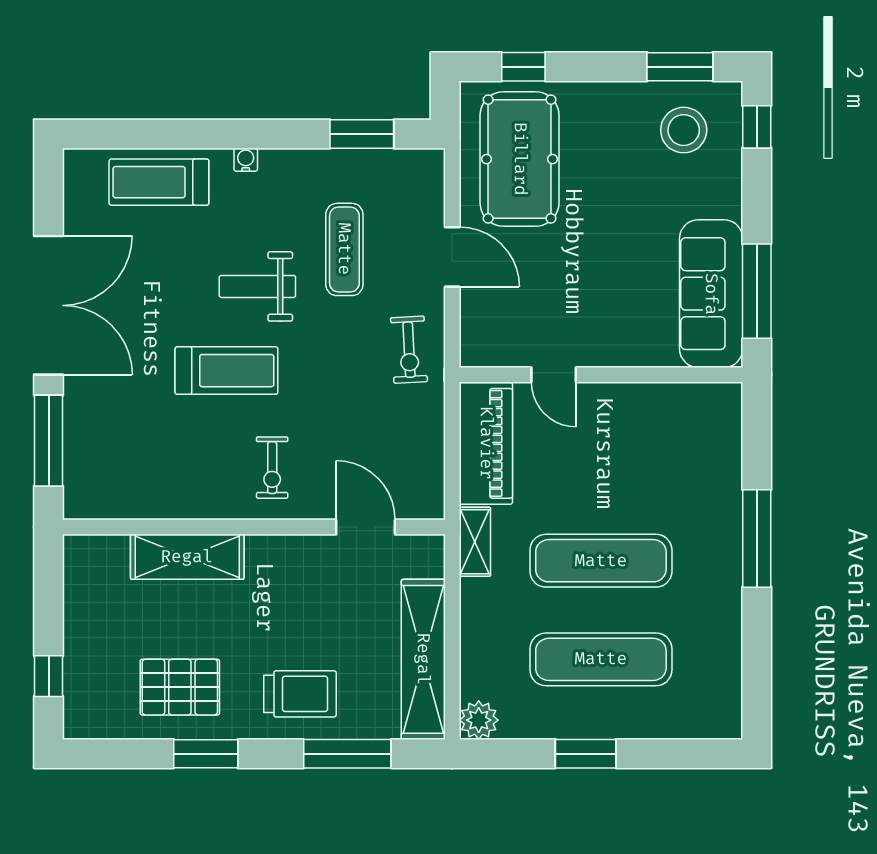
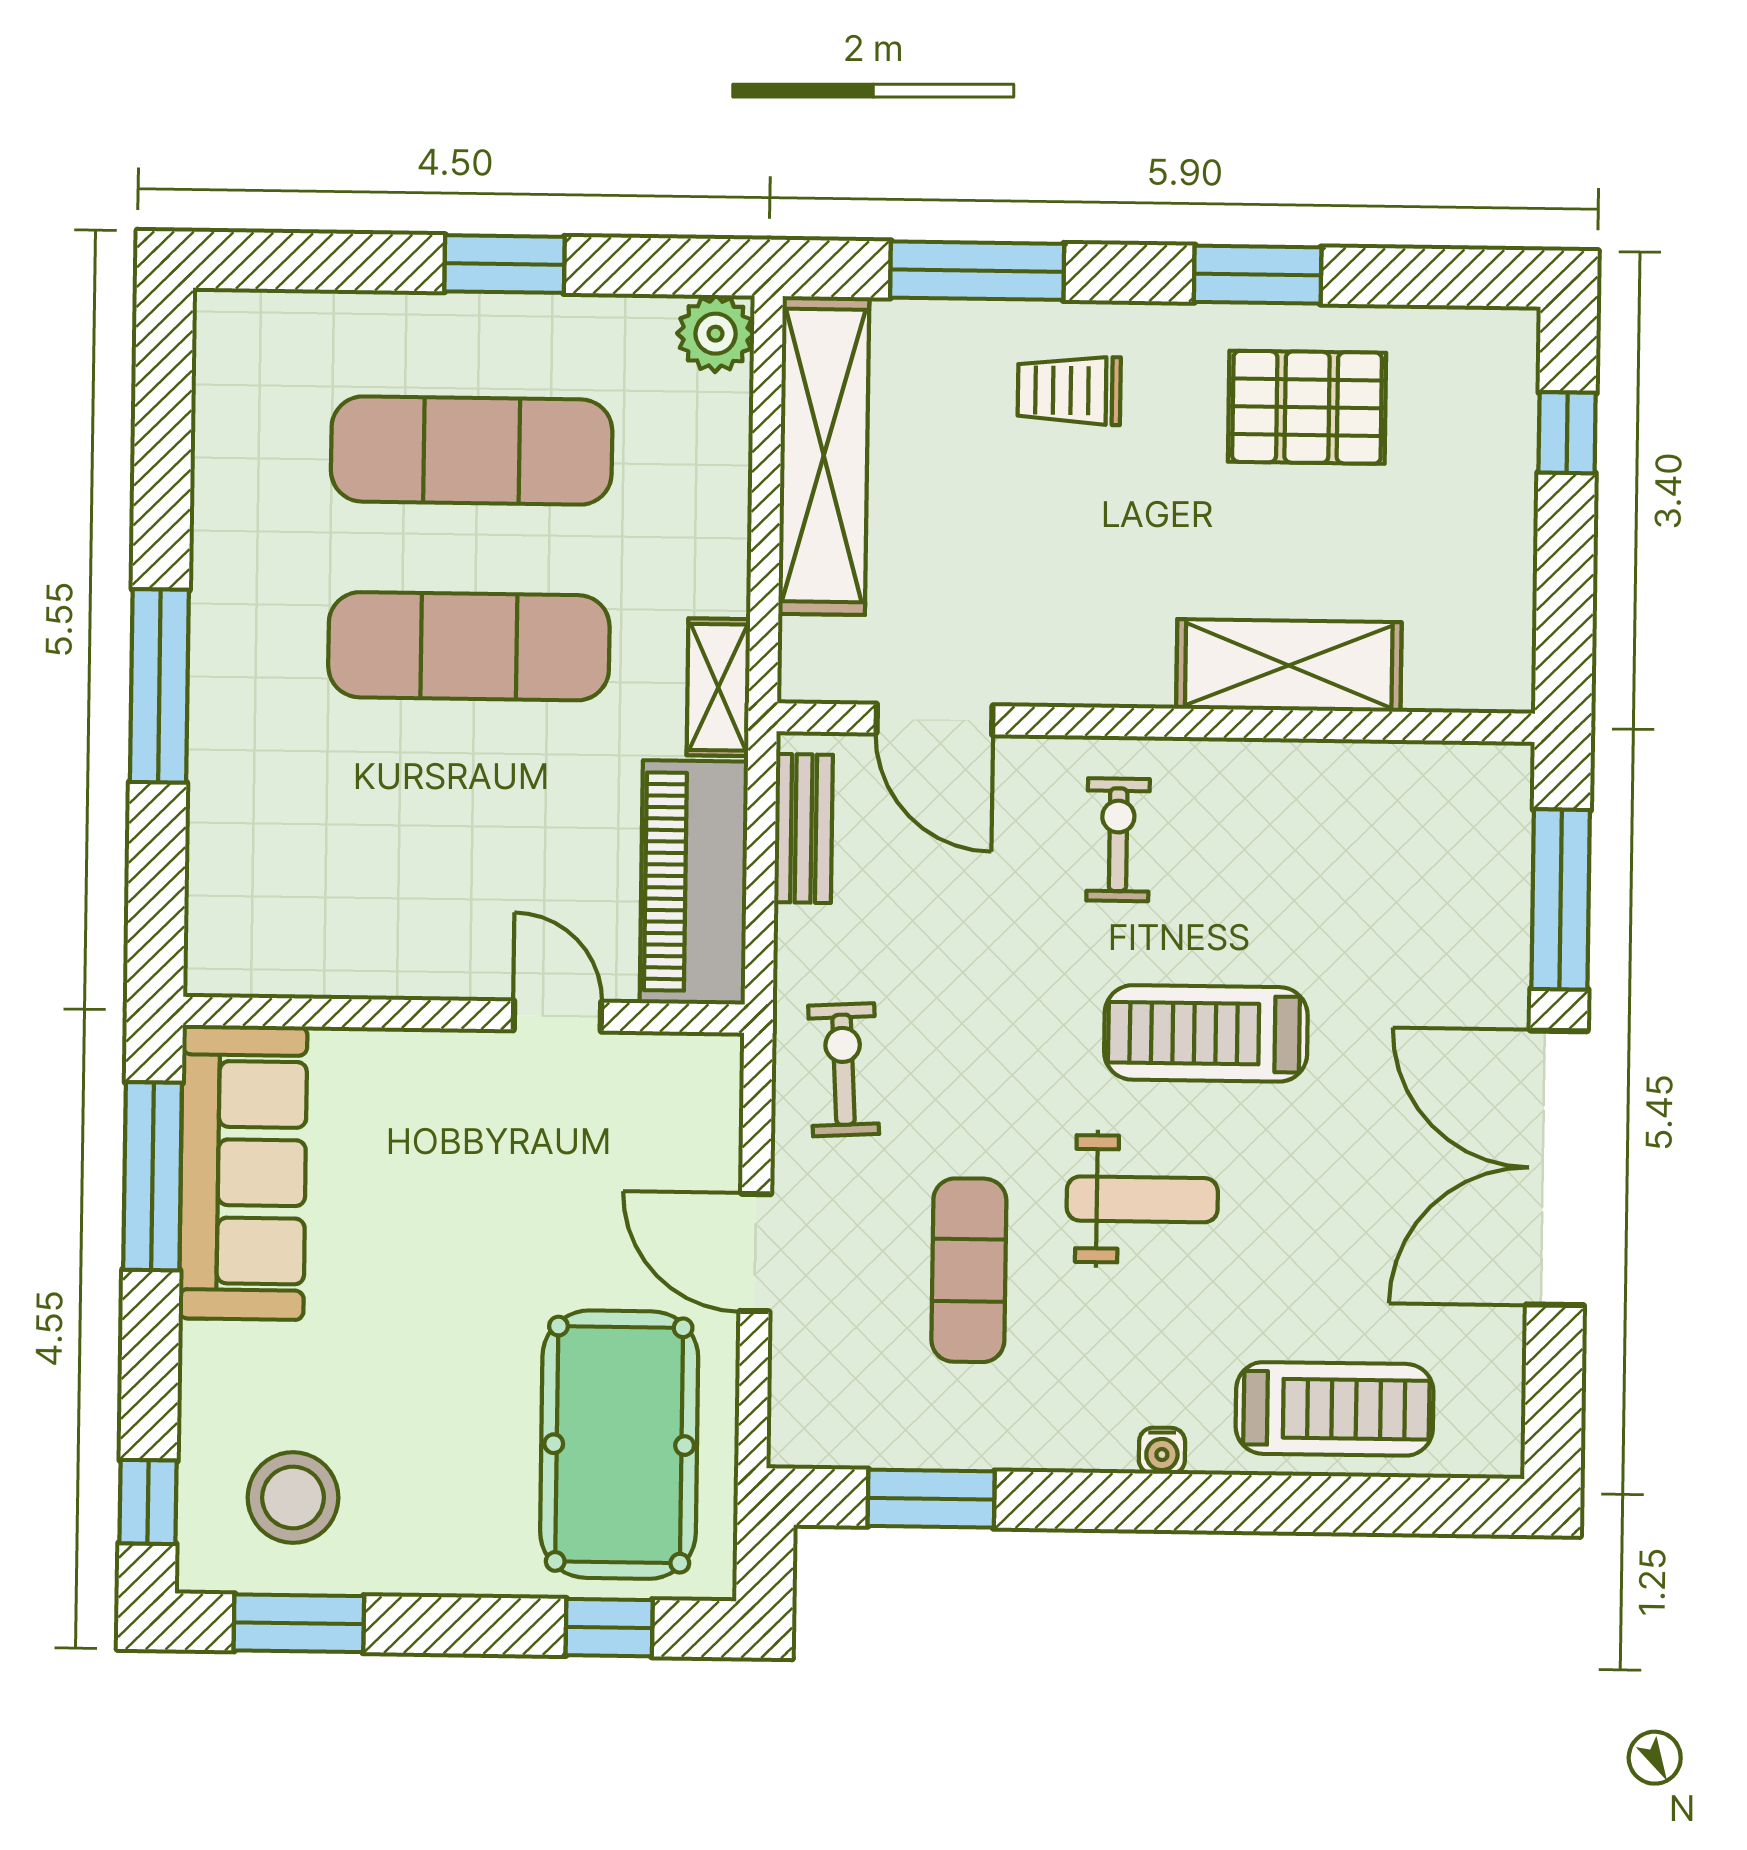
bench: (431, 471) -> (804, 828), added
trolley: (300, 694) -> (1069, 391), width x0.73, depth x0.72

